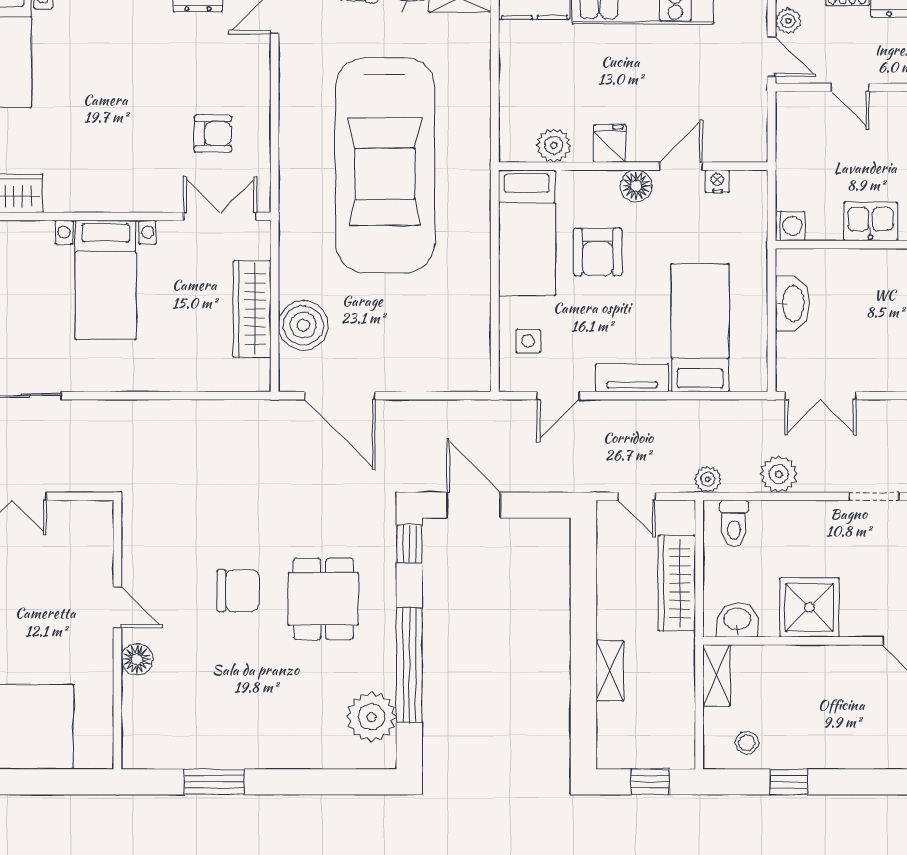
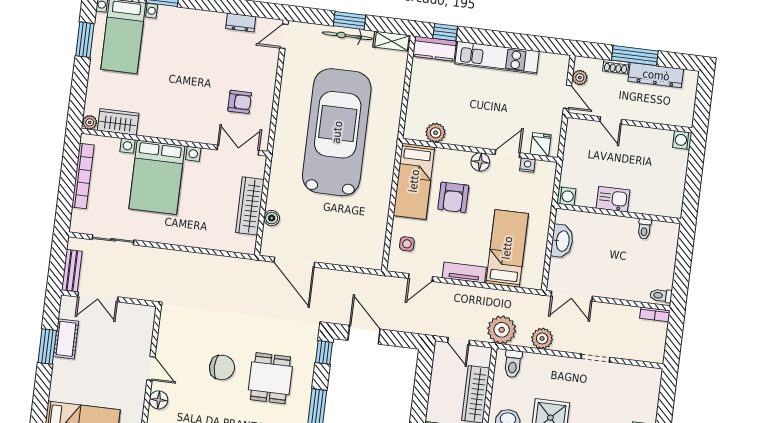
fridge: (610, 143) -> (541, 145), moved
car: (385, 165) -> (337, 132), turned 180
bed with nightstands: (106, 280) -> (157, 177), width x1.36
boiler: (303, 325) -> (272, 218), width x0.54, depth x0.54
plant: (708, 479) -> (502, 330), width x1.88, depth x1.88

